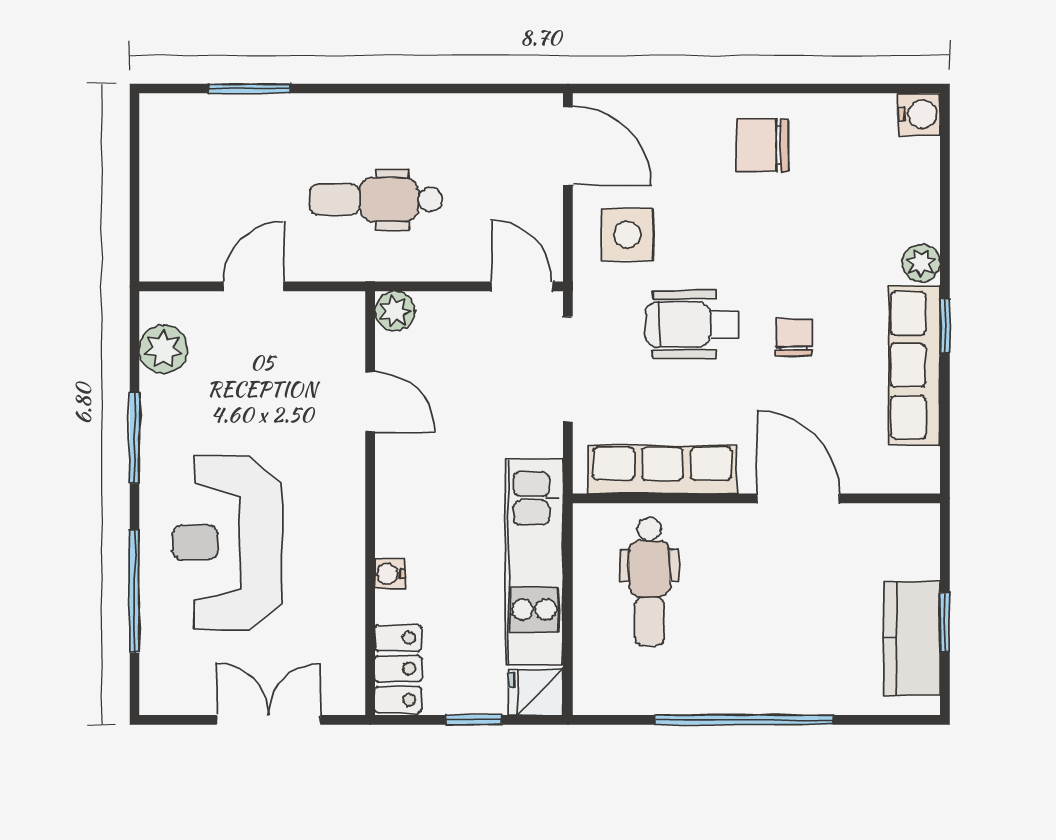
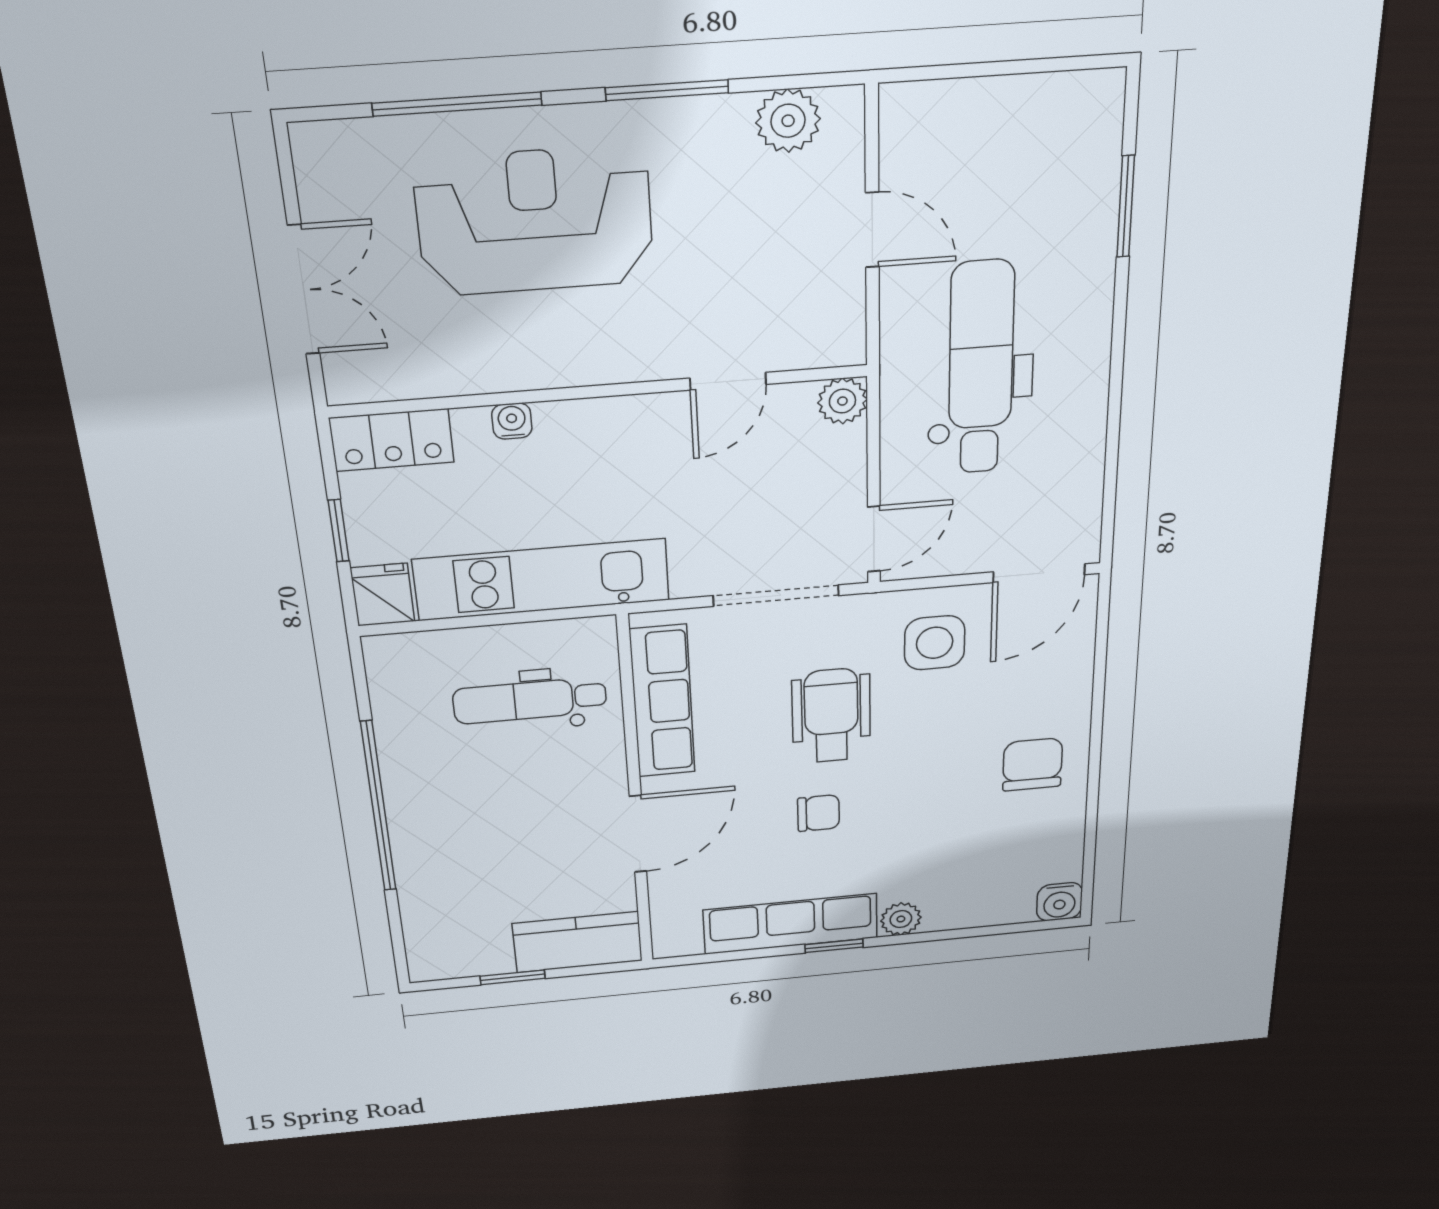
dental chair: (376, 199) -> (981, 368), width x1.36, depth x1.38
kitchen counter: (912, 638) -> (578, 942), moved

